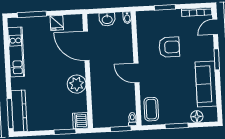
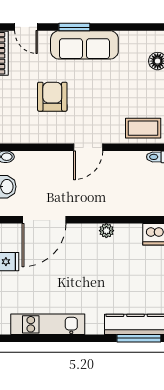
plant: (77, 84) -> (106, 231), width x0.53, depth x0.53
sofa: (206, 84) -> (84, 45), moved

